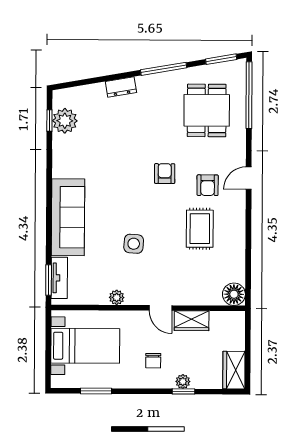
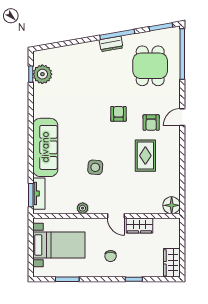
dresser: (121, 87) -> (111, 44), moved
plant: (183, 382) -> (133, 272), removed

